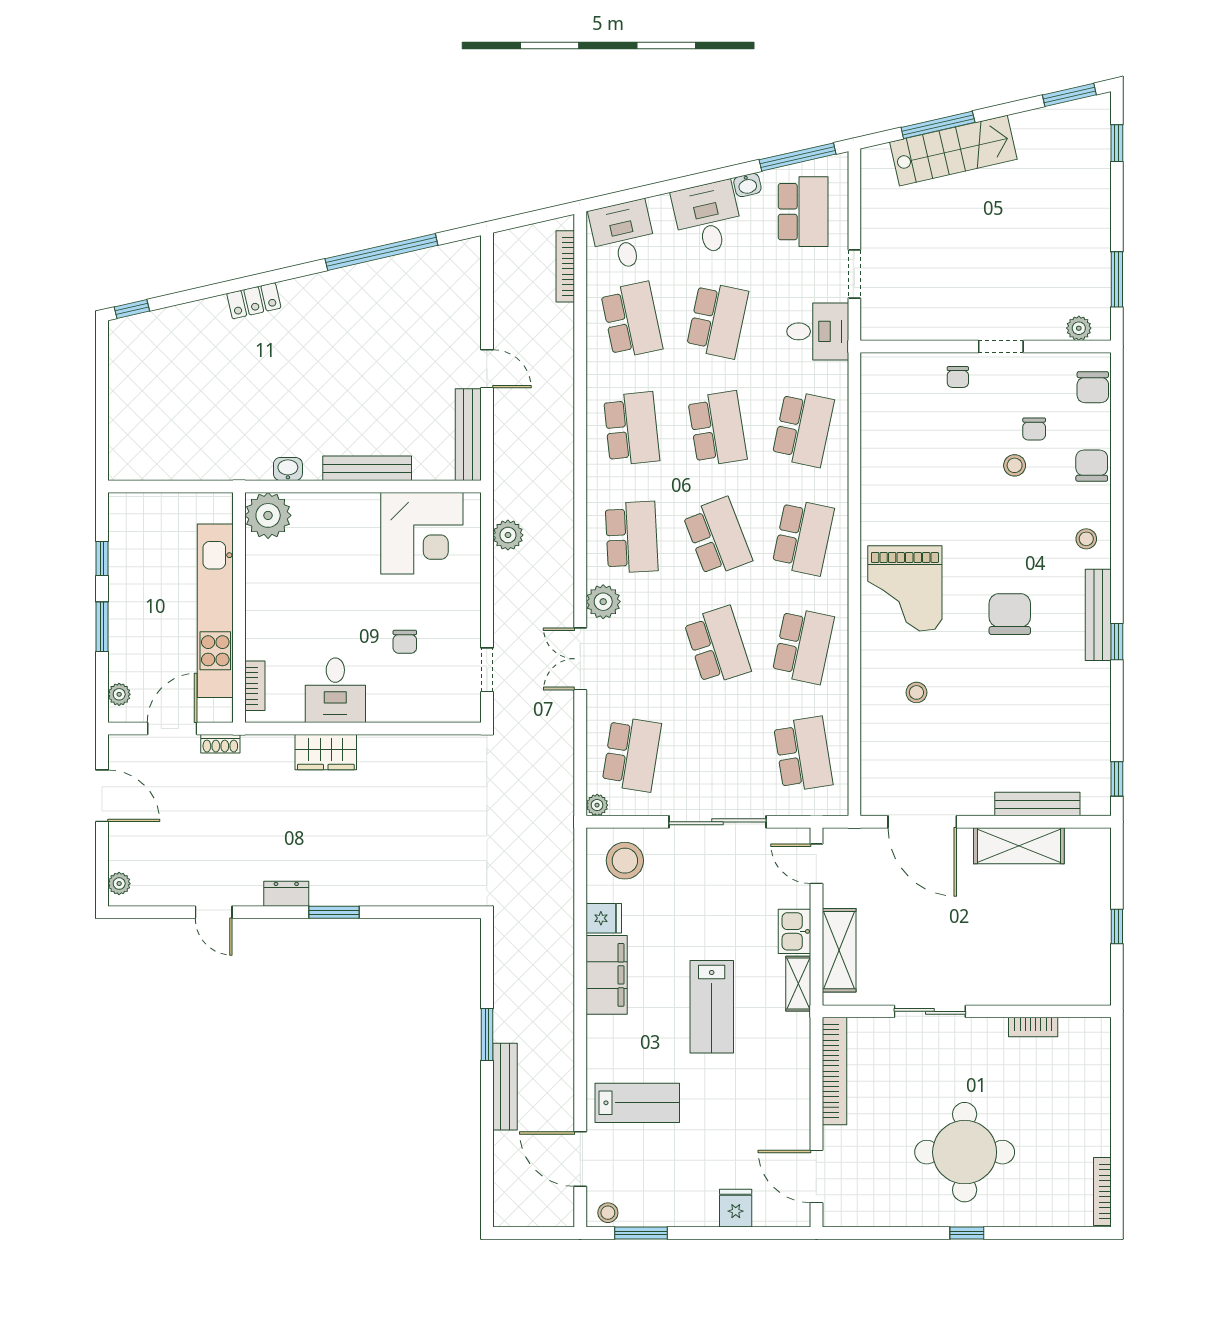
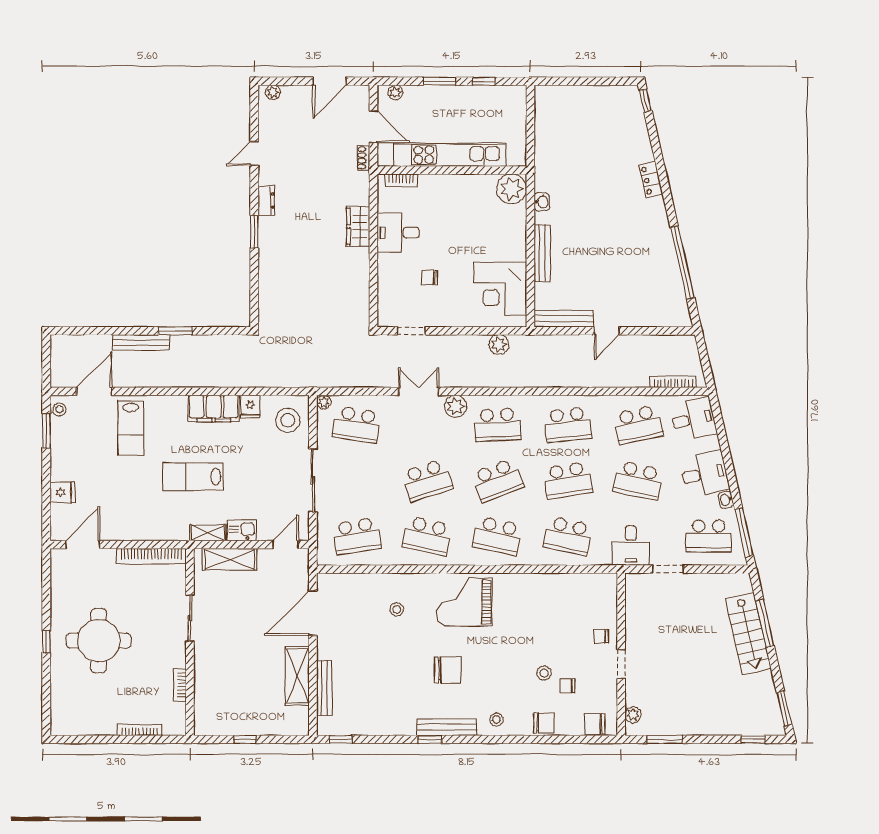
bookcase: (1102, 1192) -> (140, 730), moved

